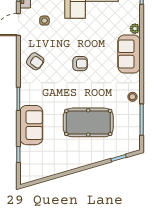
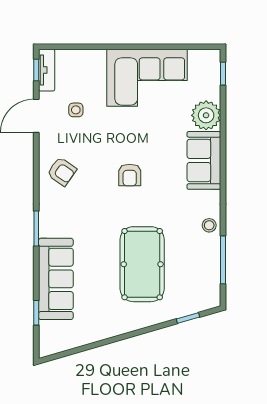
plant: (135, 29) -> (206, 115), width x1.88, depth x1.88
armchair: (80, 64) -> (130, 175), turned 90
pool table: (88, 122) -> (142, 264), turned 90
sofa: (31, 125) -> (56, 279), width x1.36

